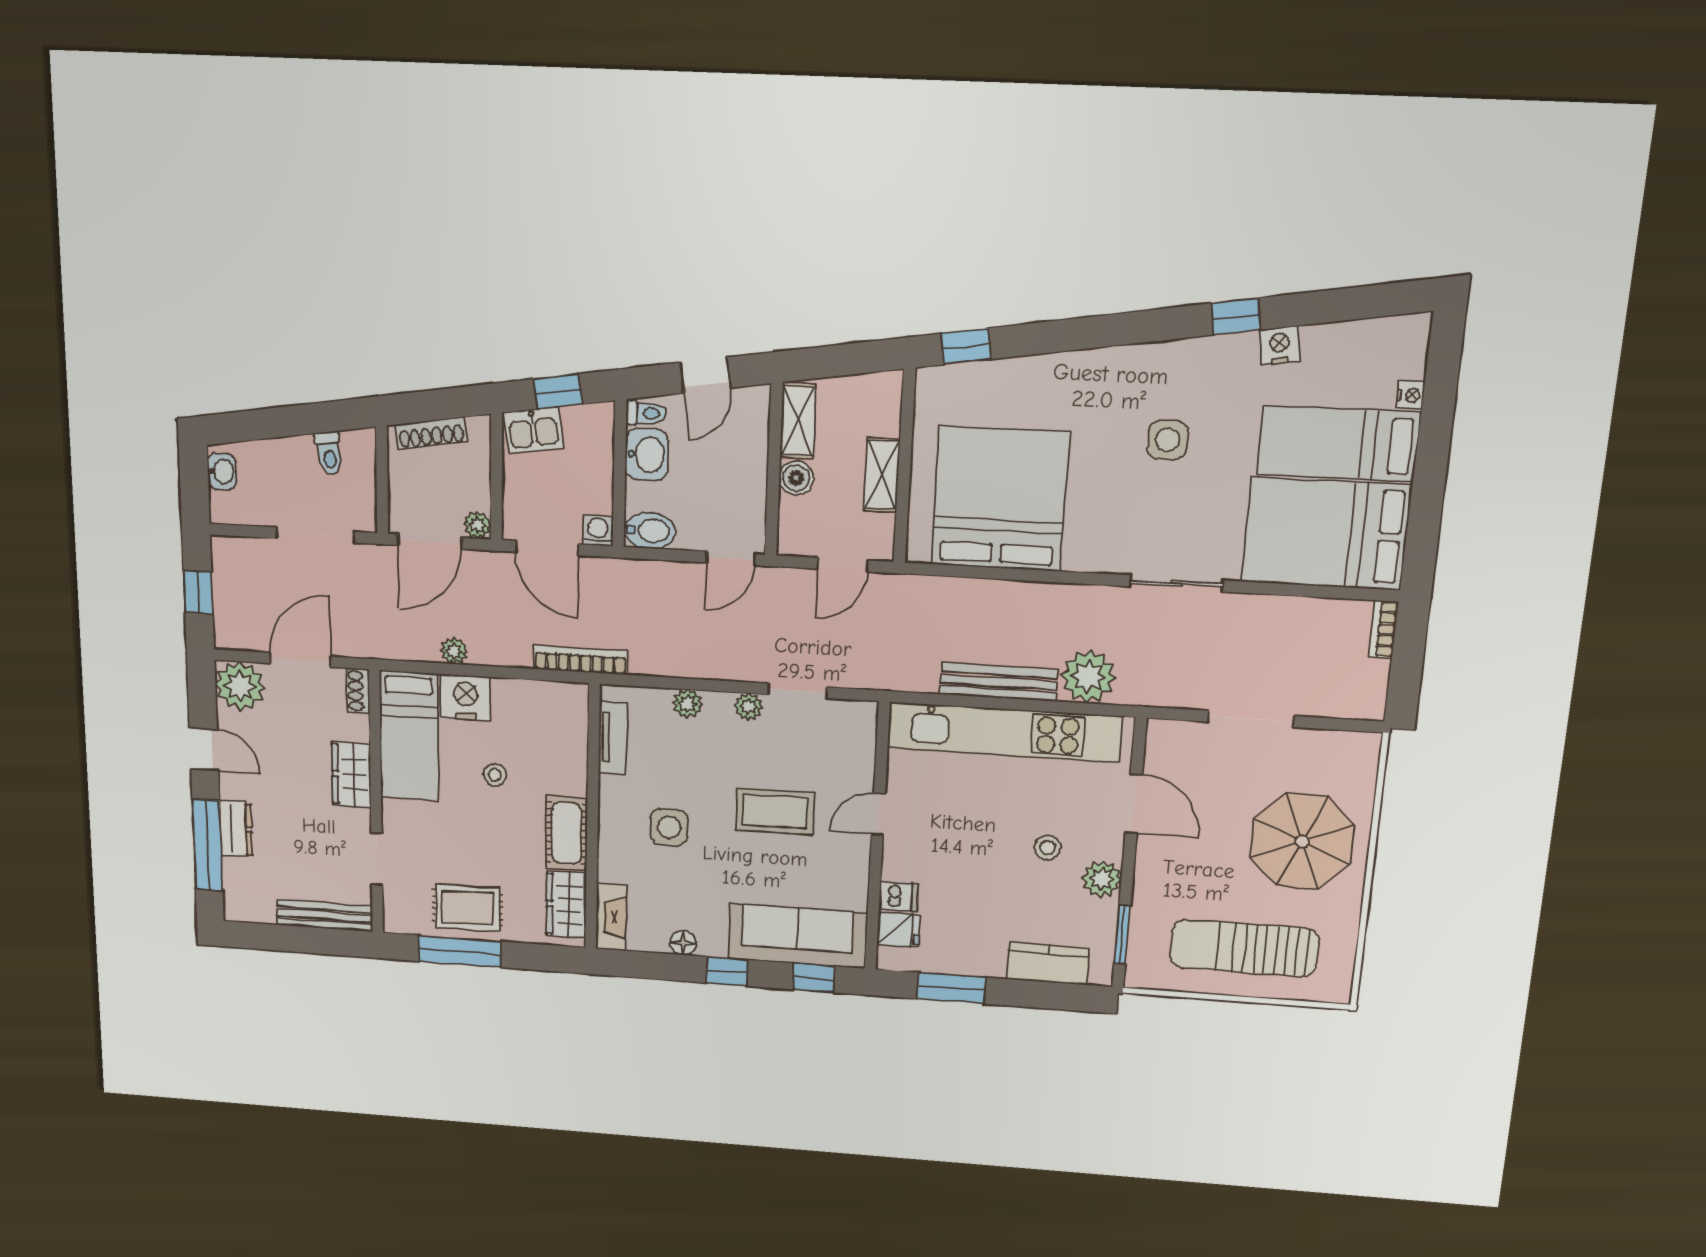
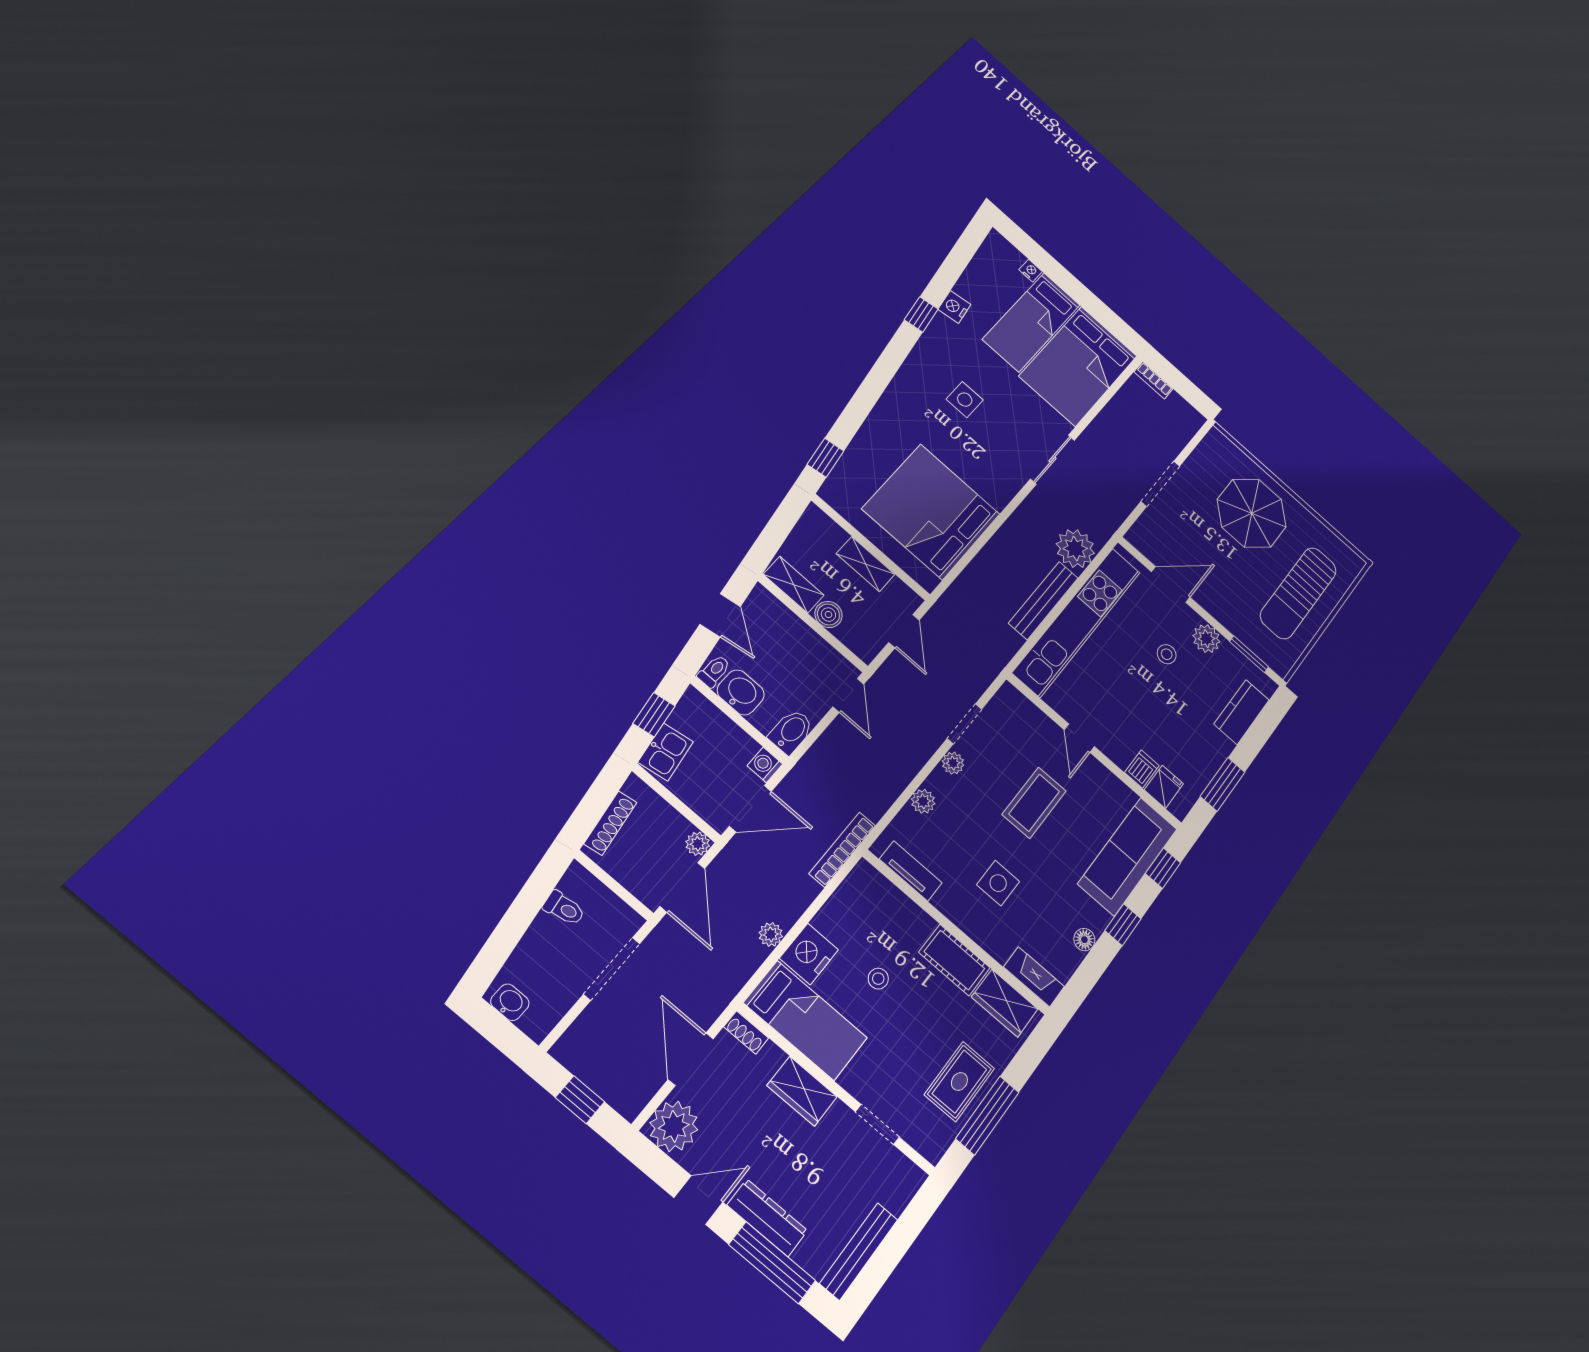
dresser: (236, 829) -> (767, 1218), width x1.44
bench: (325, 916) -> (859, 1251), moved

